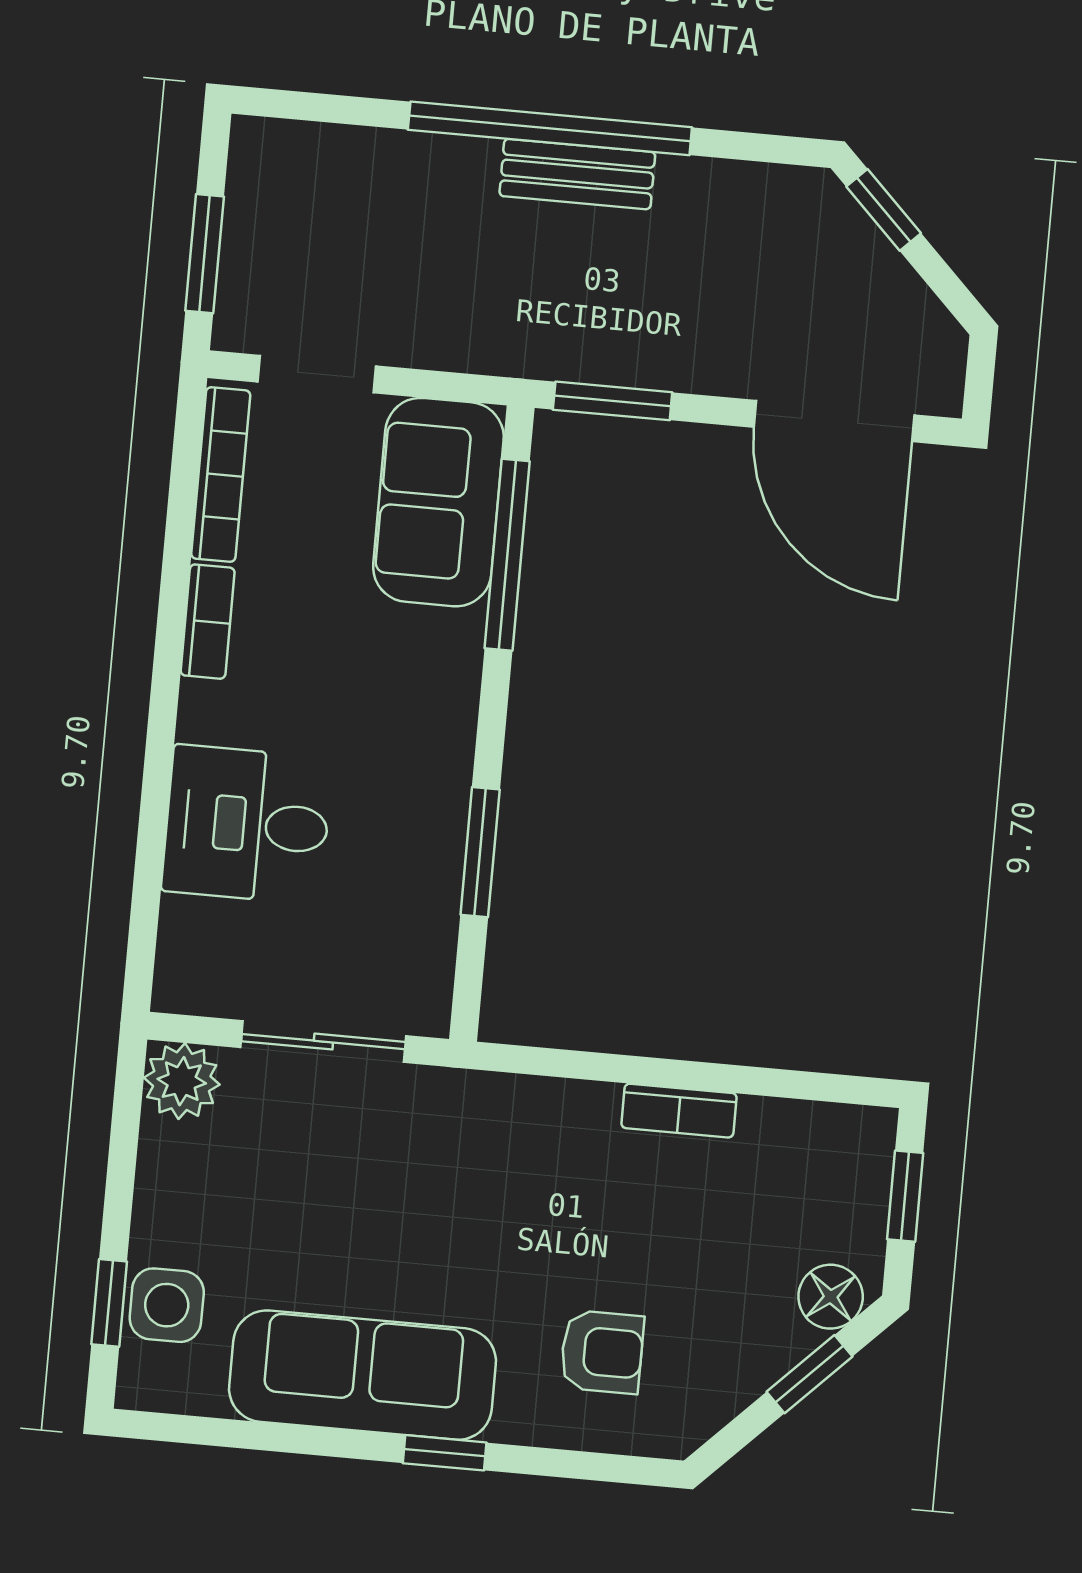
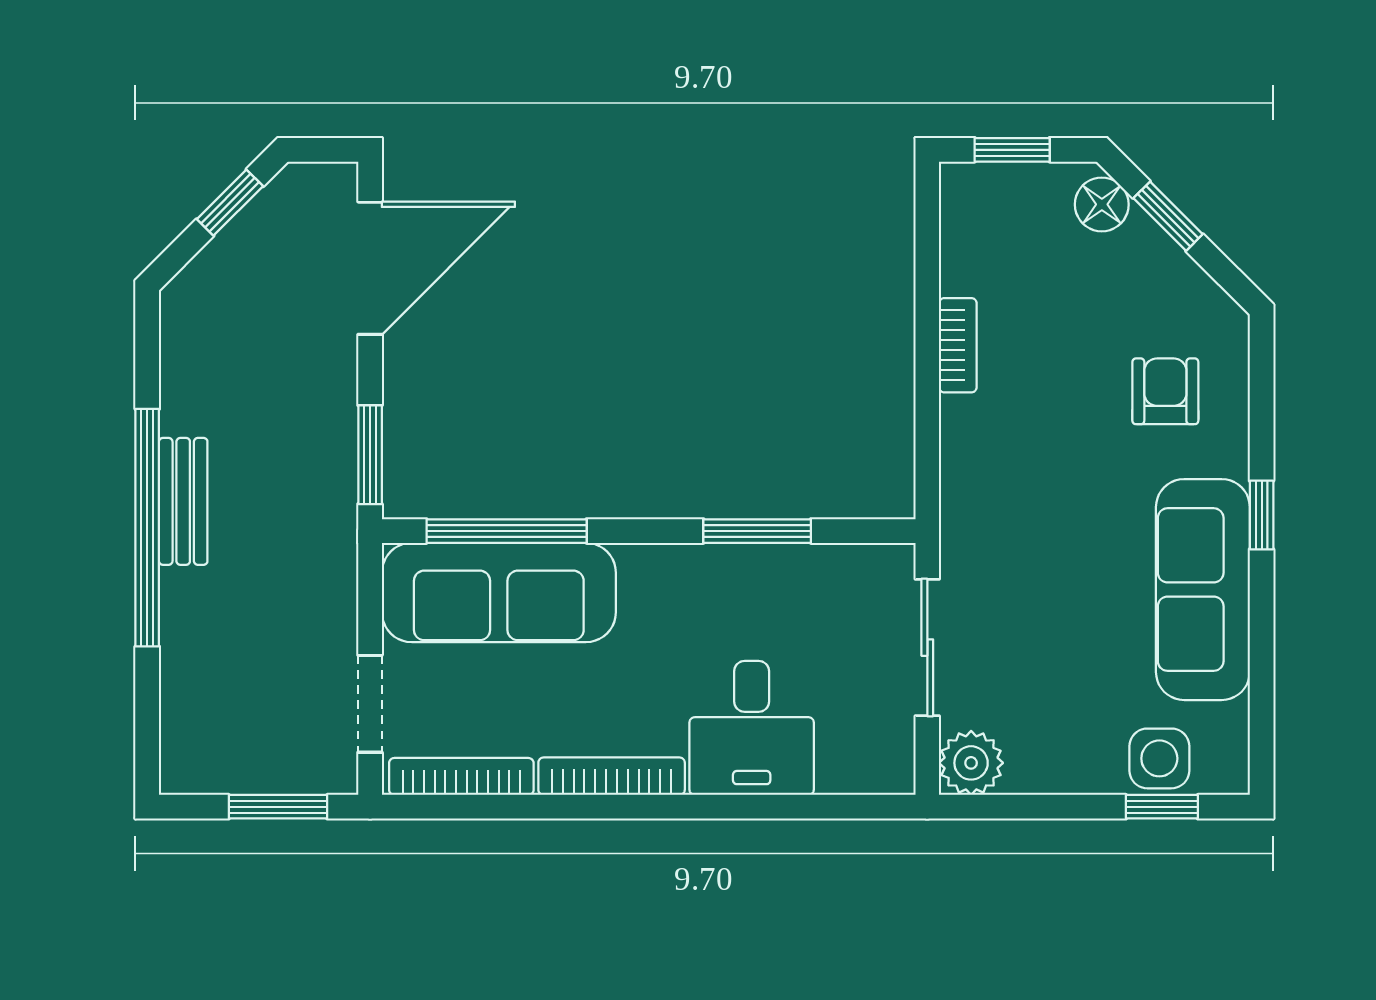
window: (884, 210) -> (230, 203), moved
sofa: (438, 502) -> (499, 592), width x1.36
bookcase: (208, 622) -> (612, 776), width x1.56

